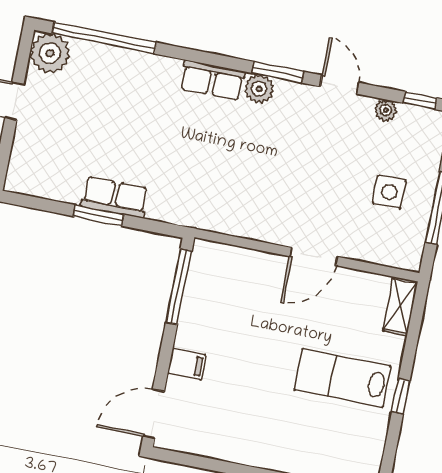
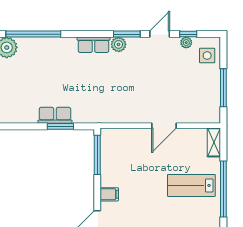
door: (340, 85) -> (160, 34), hinge flipped
window: (420, 101) -> (188, 34), moved
side table: (389, 192) -> (207, 56), moved
window: (99, 215) -> (60, 126), moved
window: (401, 397) -> (223, 189), width x3.17

